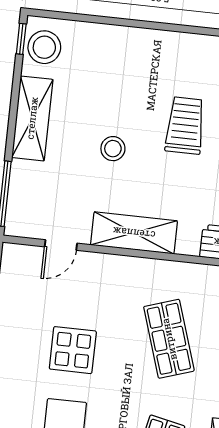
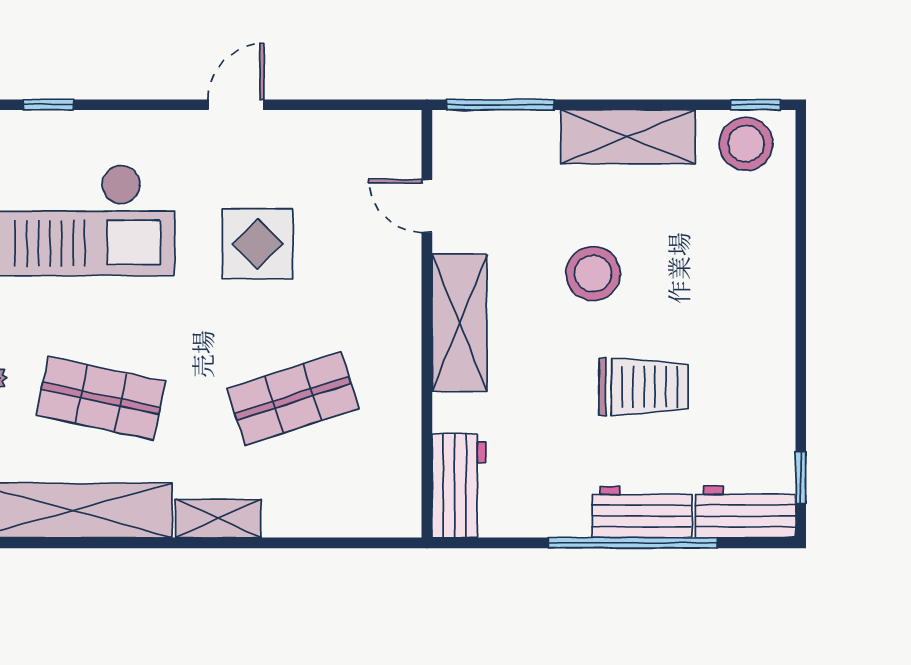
stool: (113, 149) -> (593, 273), width x1.38, depth x1.38

